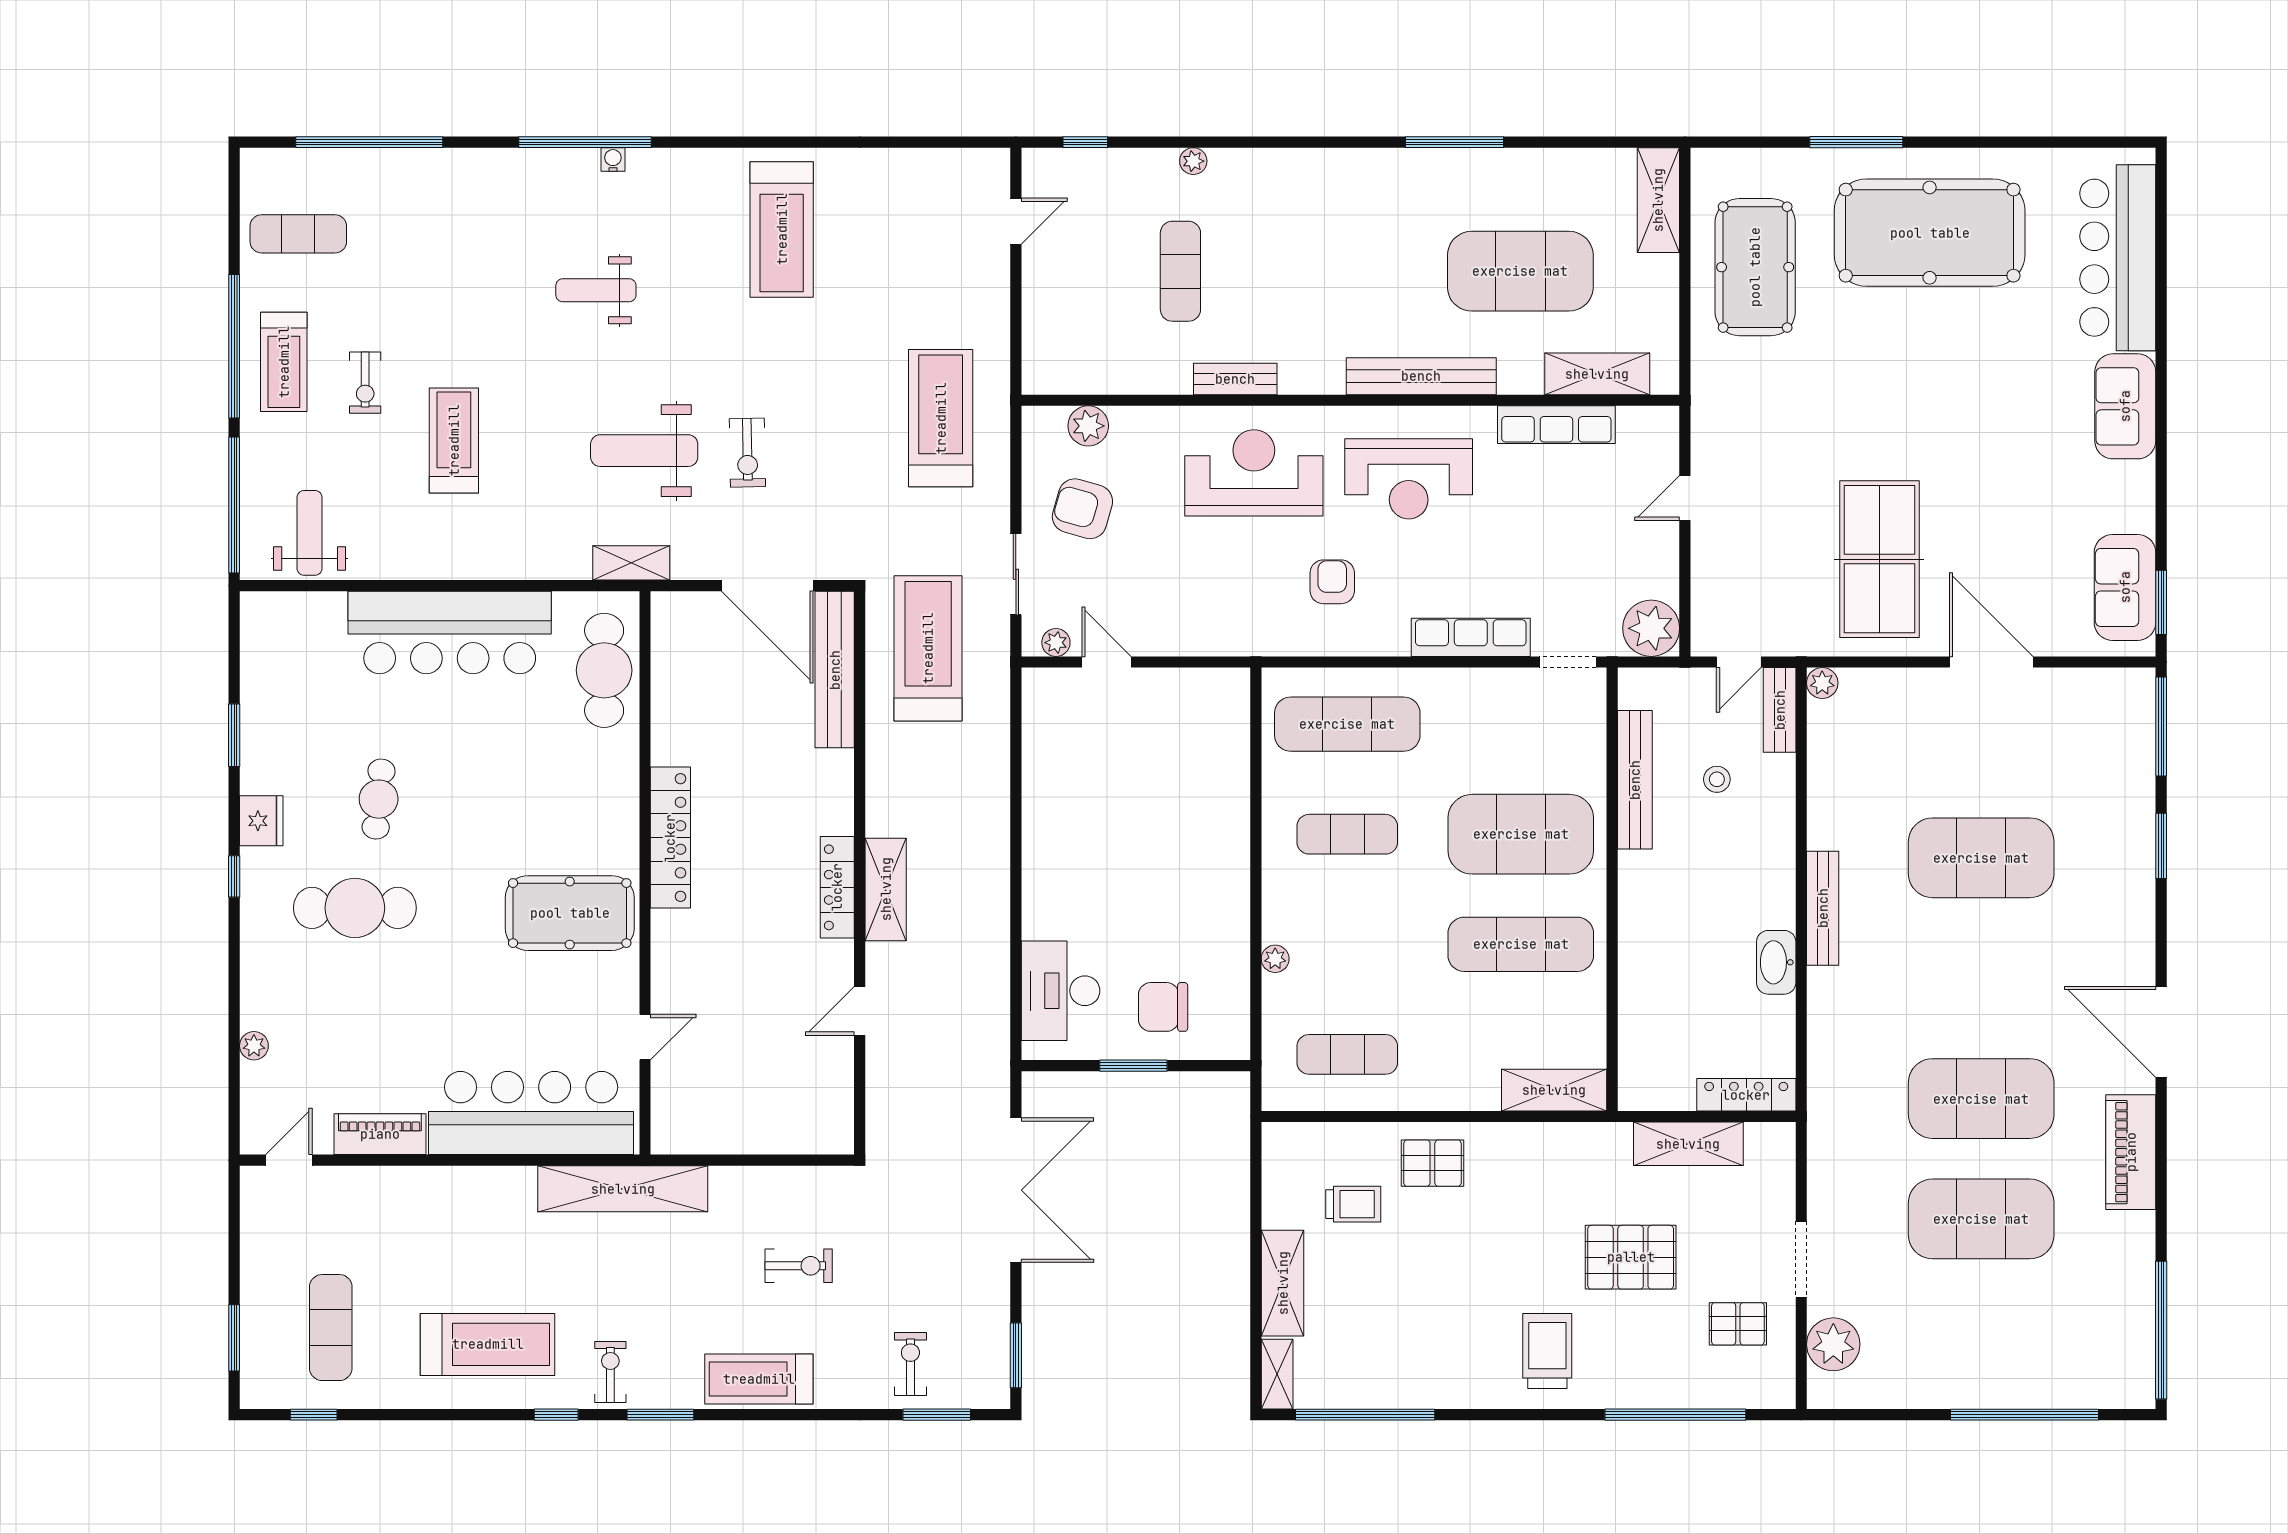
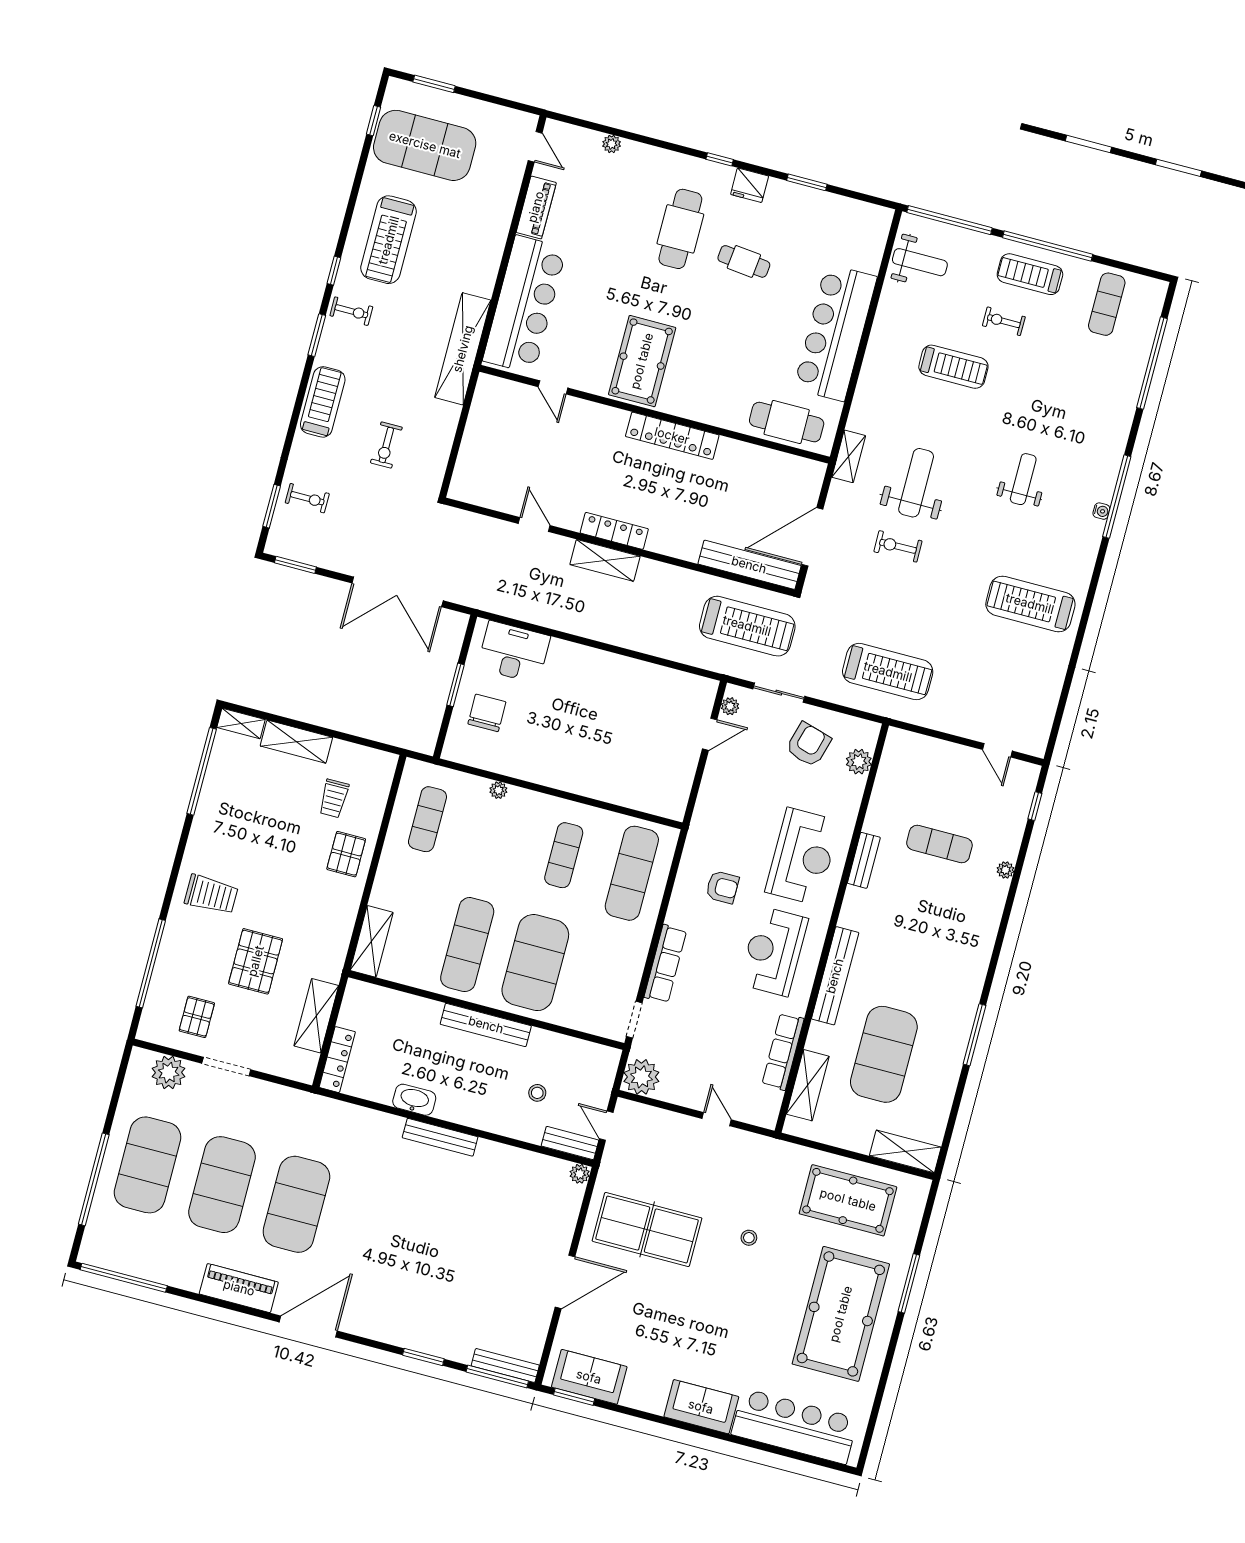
stool: (1851, 402) -> (749, 1238), added
bench: (2141, 719) -> (505, 1365), added
bench: (1635, 780) -> (486, 1025), moved
exercise mat: (1981, 858) -> (147, 1165), moved
exercise mat: (331, 1328) -> (425, 145), width x2.00, depth x1.45

